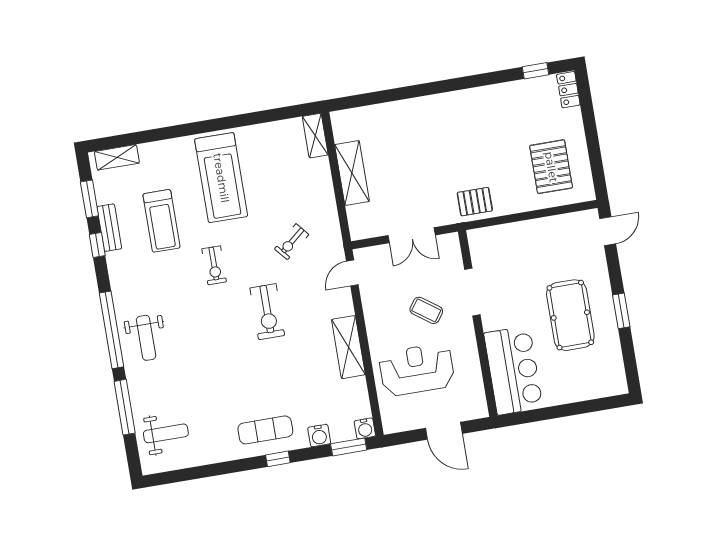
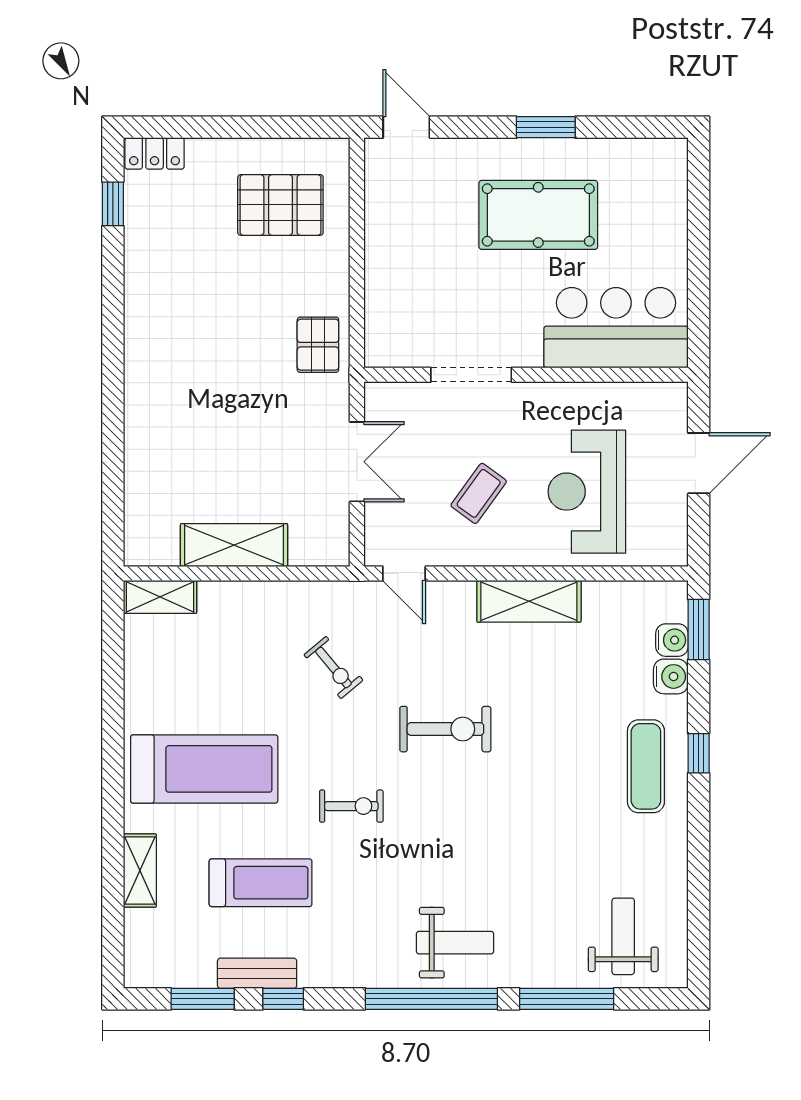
shelving: (117, 157) -> (140, 871), moved
coffee table: (426, 310) -> (479, 493), moved
water cooler: (365, 428) -> (672, 640), moved

